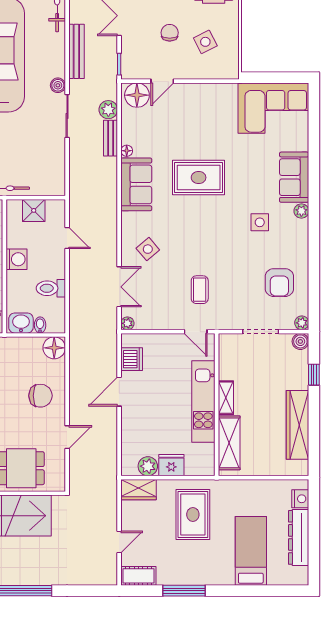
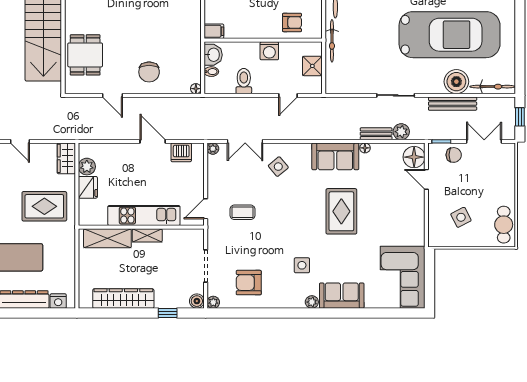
chair: (170, 33) -> (454, 155), moved
boiler: (58, 85) -> (456, 82), moved, width x1.86, depth x1.86
floor lamp: (54, 348) -> (196, 89), width x0.53, depth x0.53

